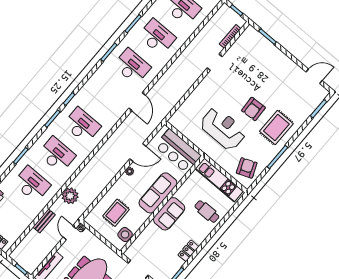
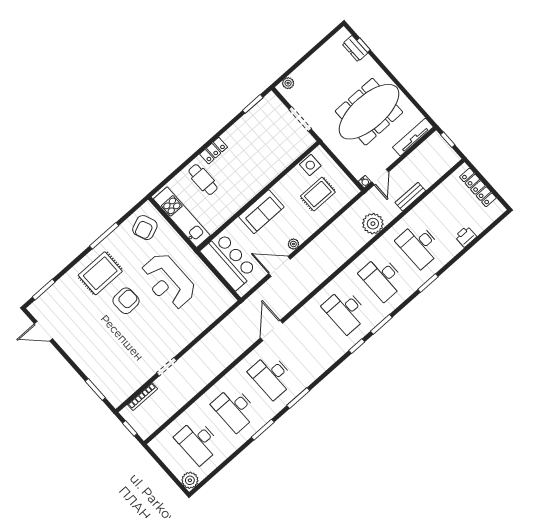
sofa: (158, 193) -> (261, 212), width x0.73
sofa: (169, 214) -> (251, 183), removed
locker: (188, 251) -> (214, 151), moved

